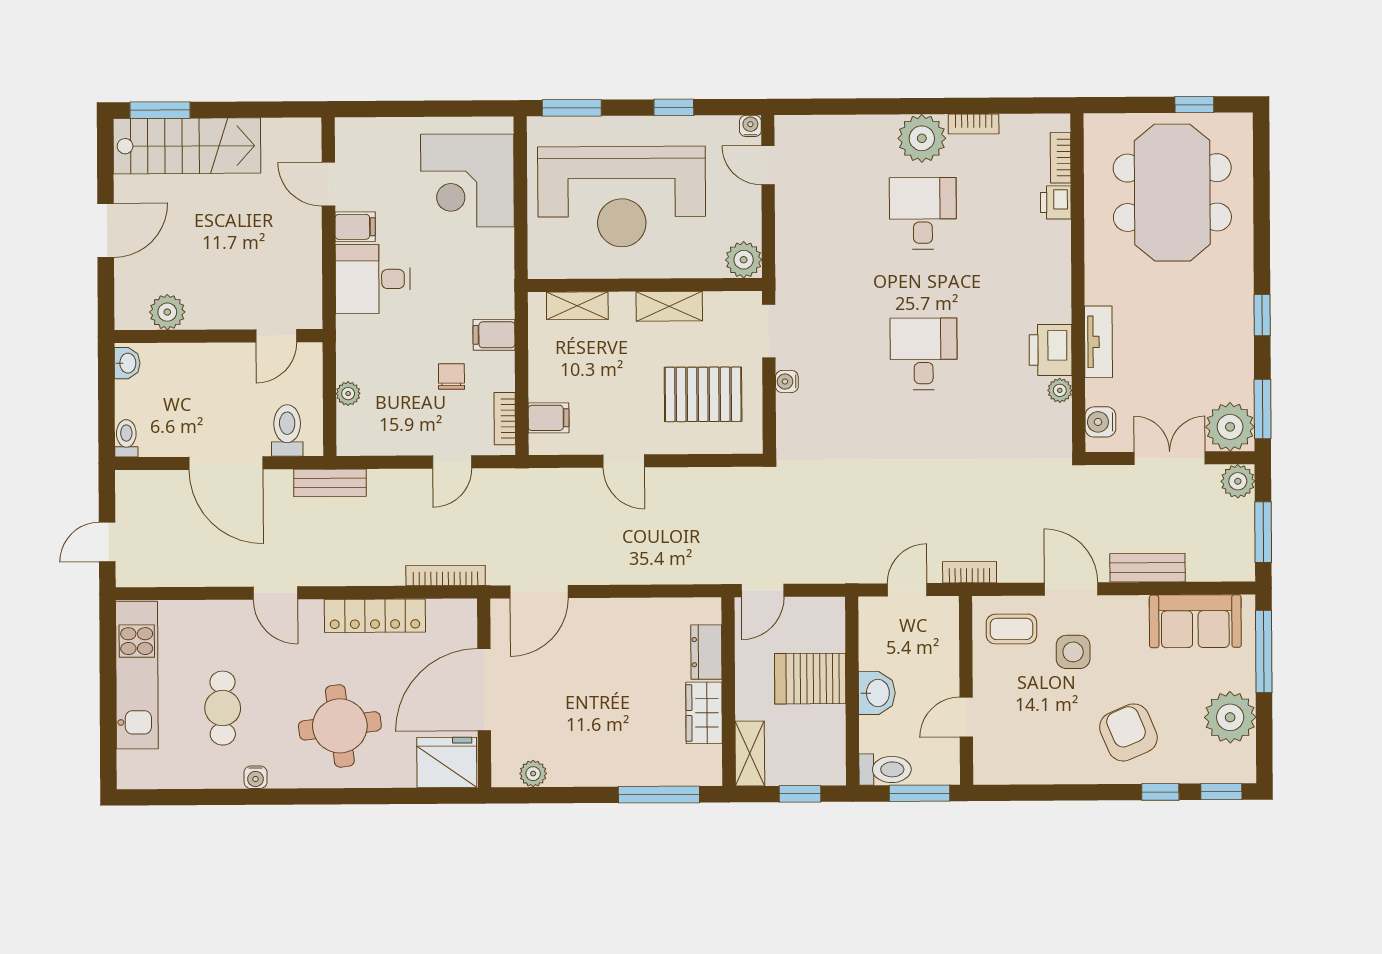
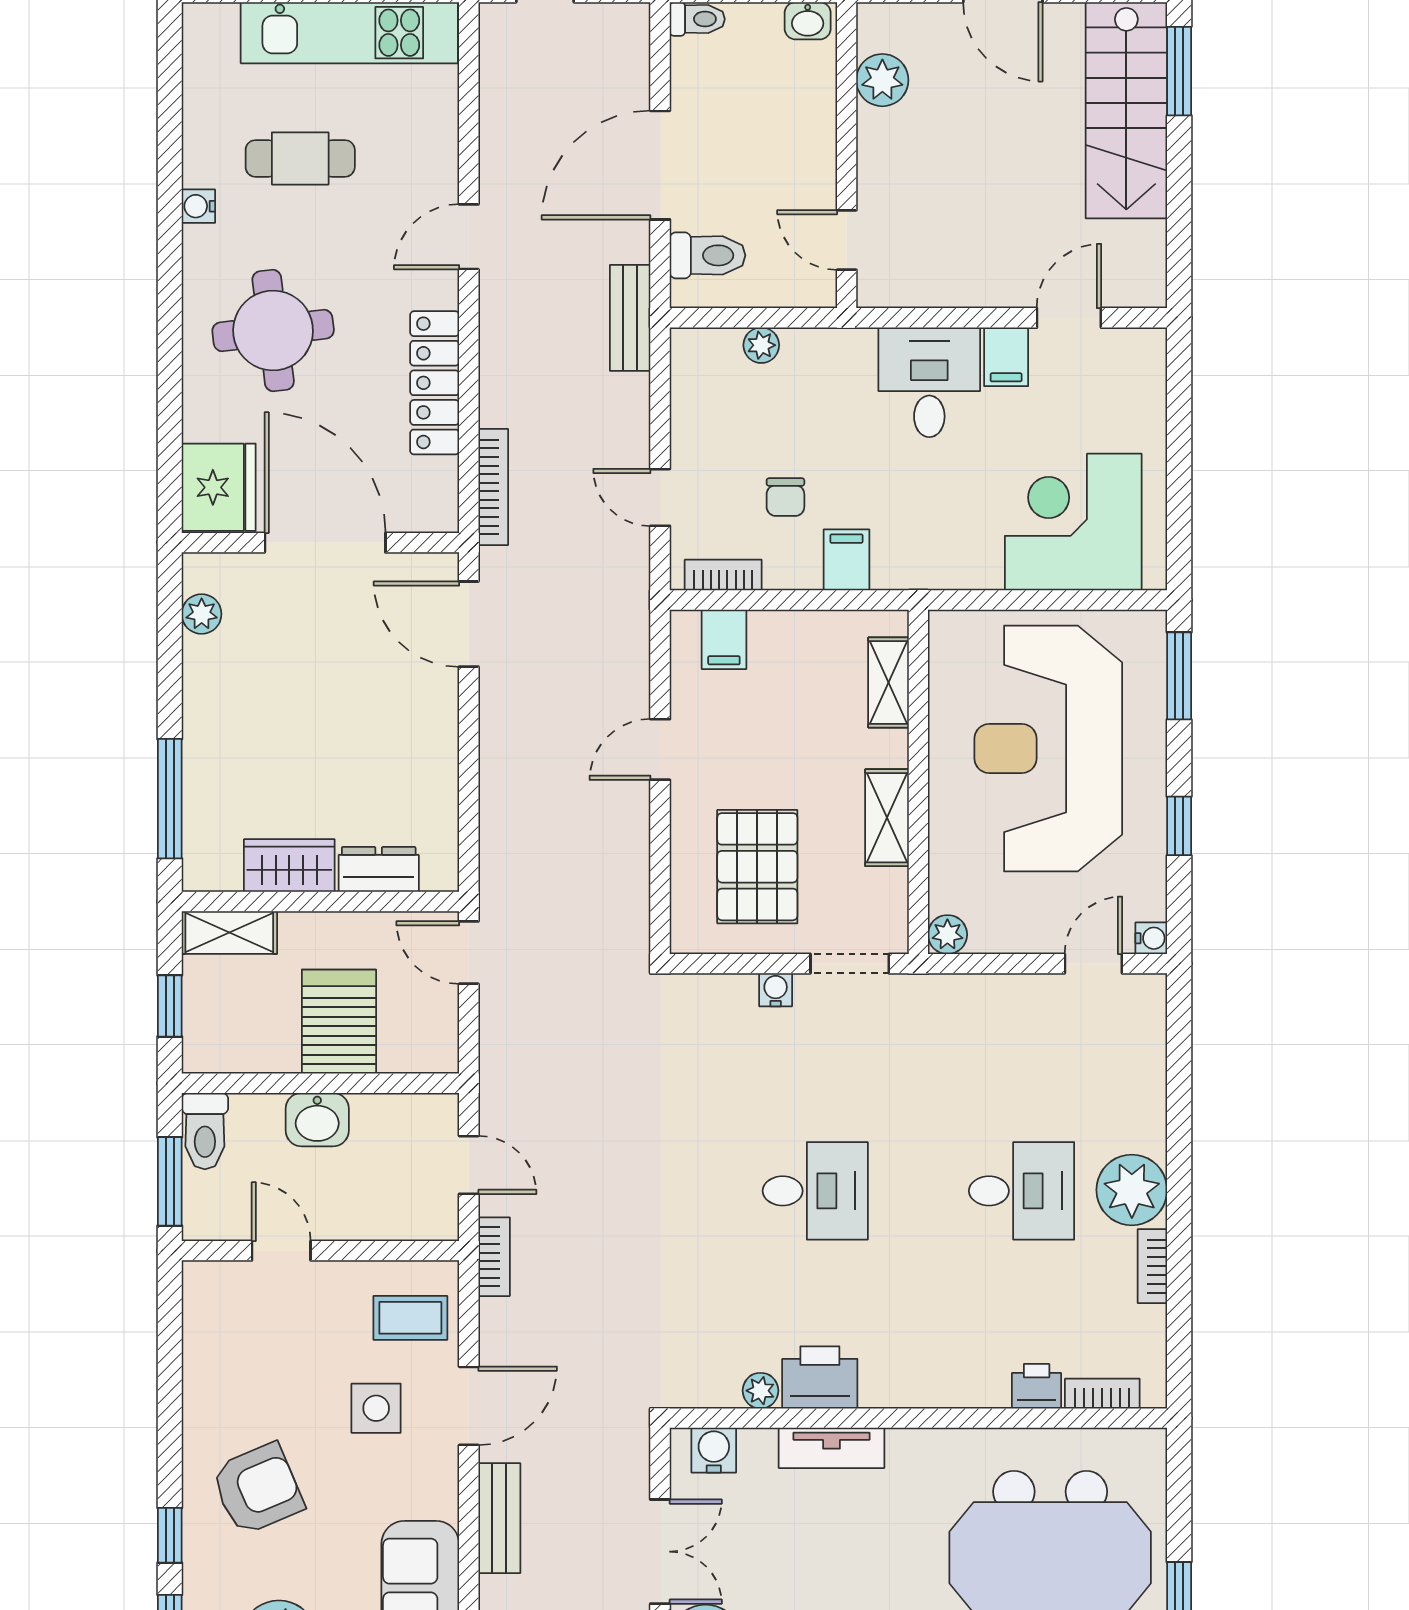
plant: (744, 260) -> (947, 935), width x0.73, depth x0.73
chair: (451, 377) -> (785, 497), turned 90
coffee table: (1011, 629) -> (410, 1318), turned 90

